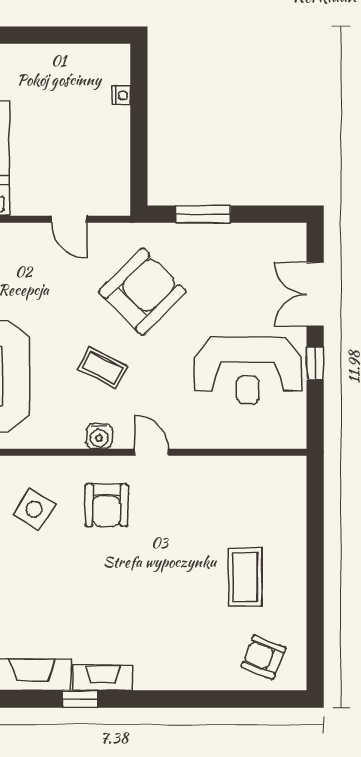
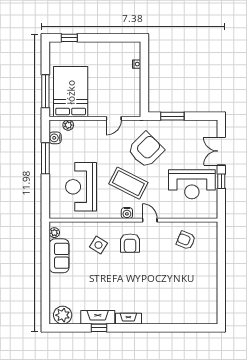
door: (69, 219) -> (114, 118), hinge flipped
coffee table: (103, 368) -> (128, 183), width x1.86, depth x1.72
coffee table: (245, 577) -> (191, 275), removed
armchair: (263, 657) -> (186, 240), moved
window: (80, 699) -> (99, 328), moved

